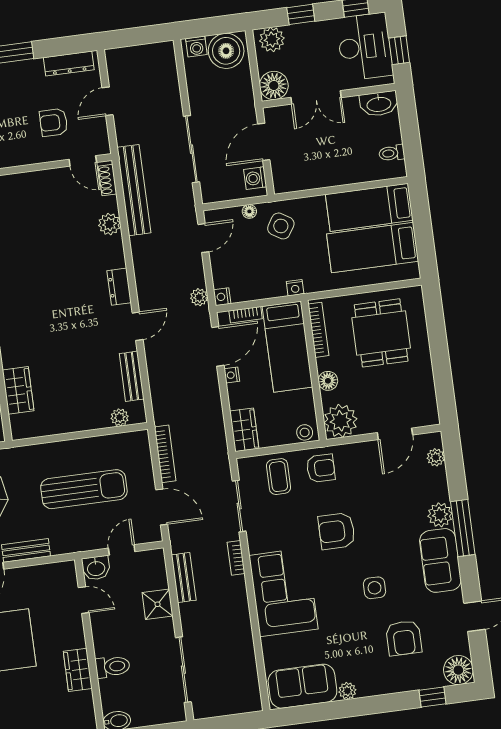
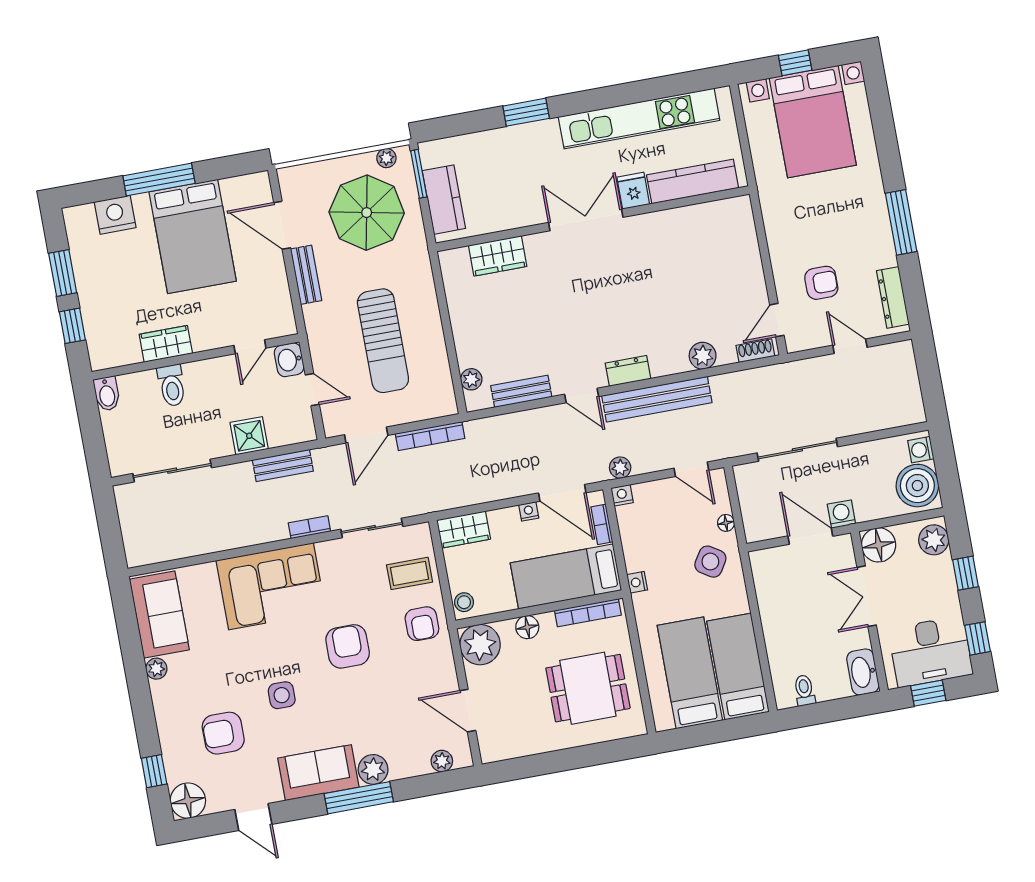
armchair: (54, 122) -> (821, 283), turned 90
washing machine: (255, 178) -> (841, 514), moved
bench: (134, 190) -> (657, 399), moved

